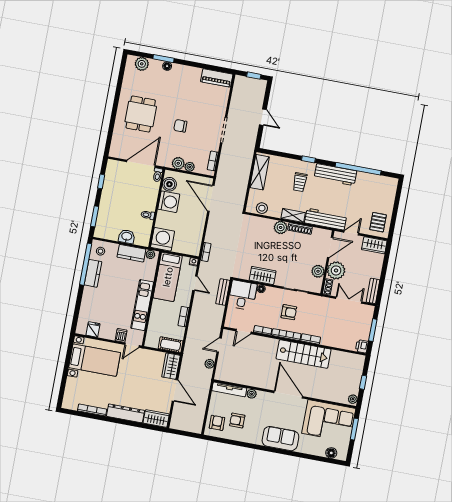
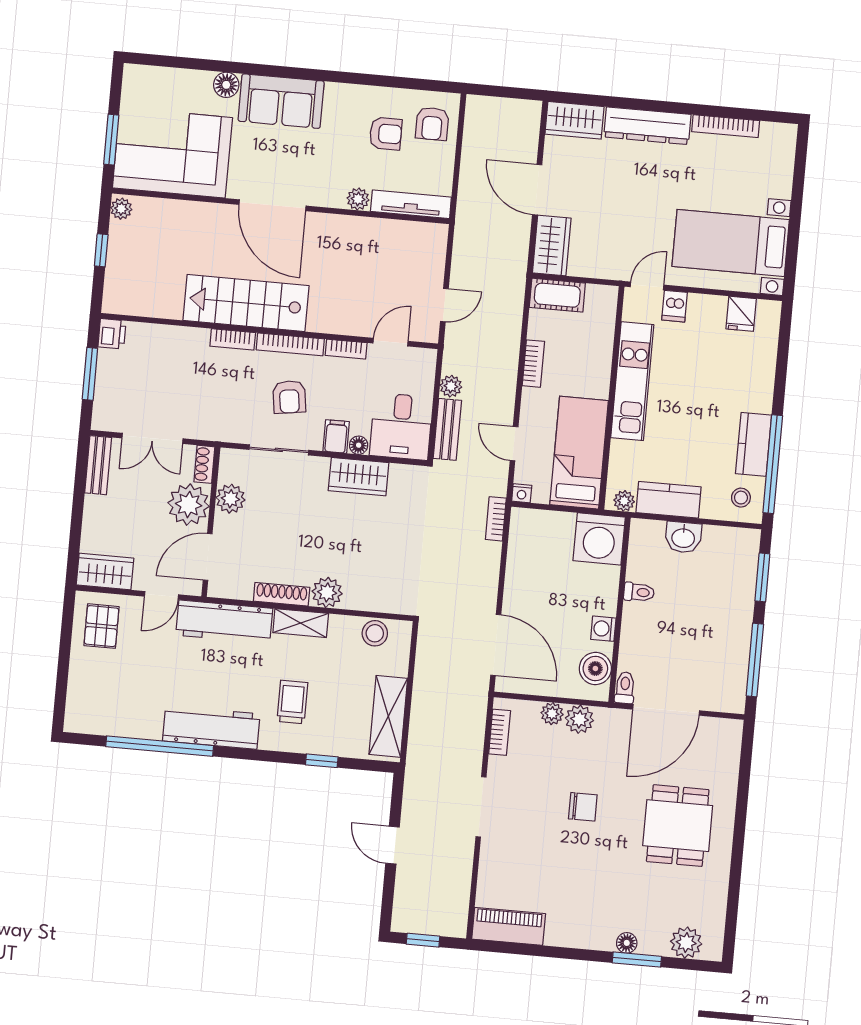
window: (308, 159) -> (322, 761), moved
window: (101, 181) -> (755, 660), width x2.17
washing machine: (169, 202) -> (603, 629), width x0.53, depth x0.53
filing cabinet: (270, 294) -> (336, 436), added
armchair: (289, 312) -> (289, 397), turned -98
plant: (210, 364) -> (451, 386), moved
floor lamp: (331, 453) -> (226, 85), moved

